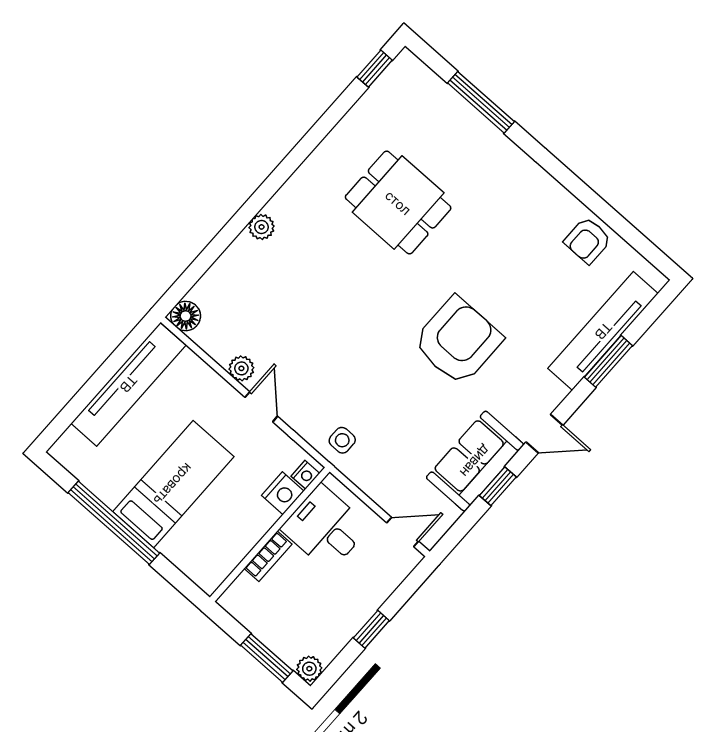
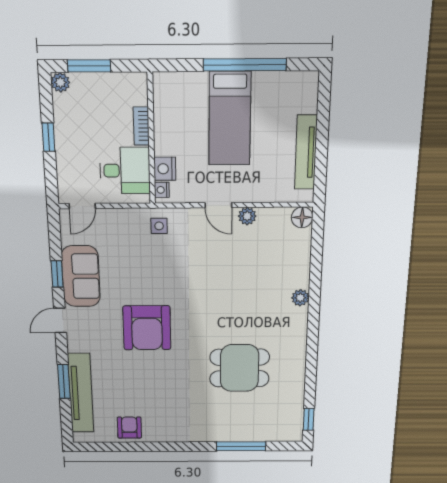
tv unit: (128, 384) -> (306, 152), width x0.73, depth x0.78

